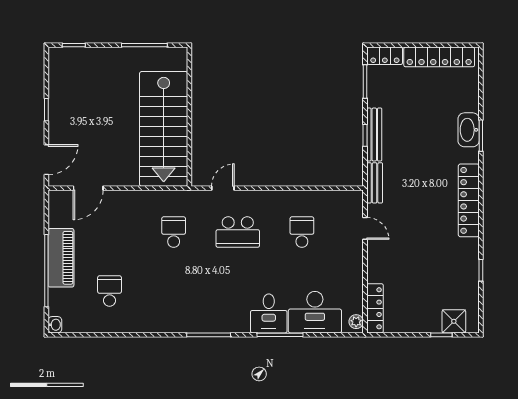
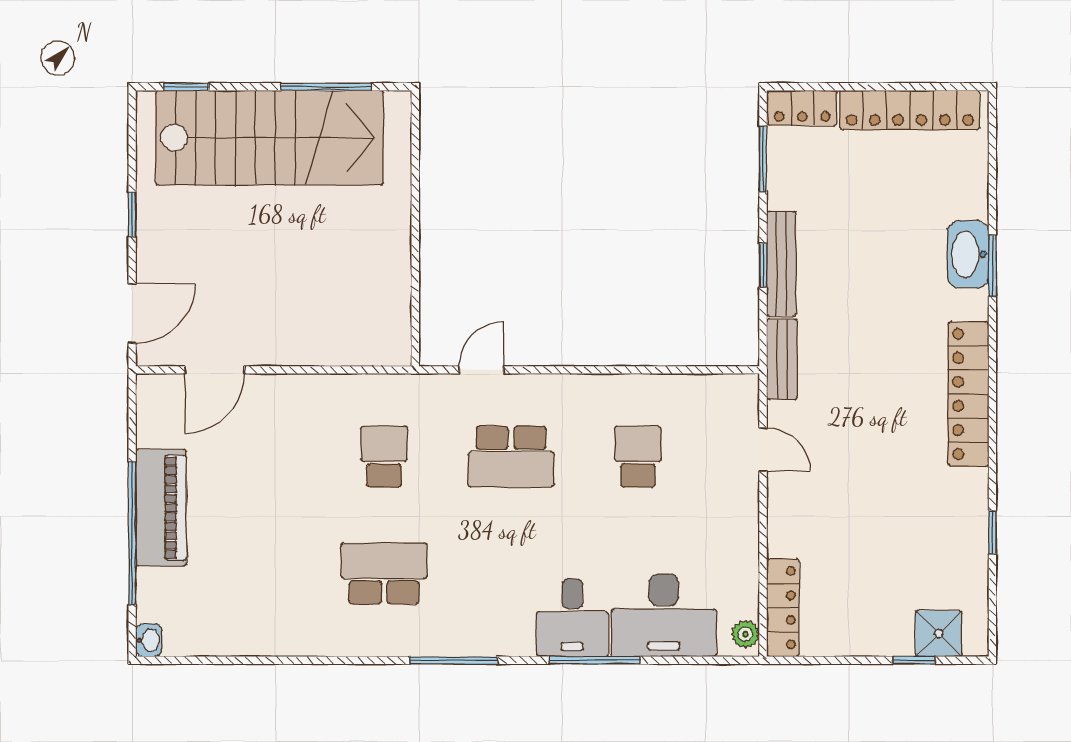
stairs: (164, 129) -> (270, 138), moved, turned -90
school desk: (110, 291) -> (384, 573), moved, width x1.85

